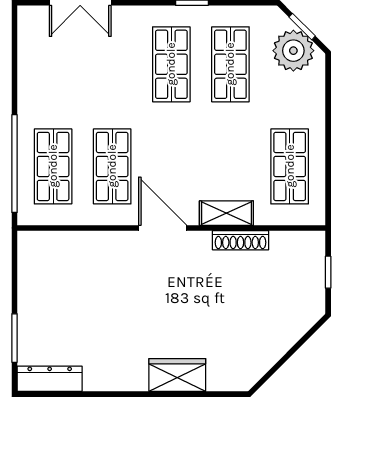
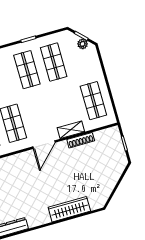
plant: (293, 51) -> (83, 44), width x0.53, depth x0.53
door: (163, 228) -> (44, 145), swing flipped
wardrobe: (177, 375) -> (69, 209), width x1.50

